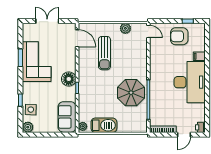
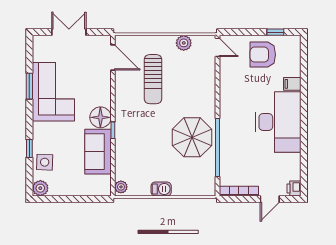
sofa: (67, 117) -> (98, 152), moved
barbecue: (104, 125) -> (161, 189), width x0.53, depth x0.65

